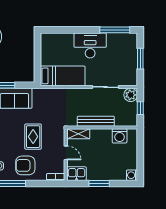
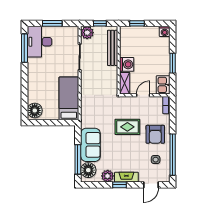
floor lamp: (50, 40) -> (35, 110), added
desk: (90, 45) -> (39, 42), moved
bench: (96, 121) -> (113, 48), moved
washing machine: (120, 136) -> (127, 64), moved
window: (140, 147) -> (137, 23), added

